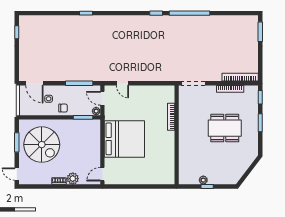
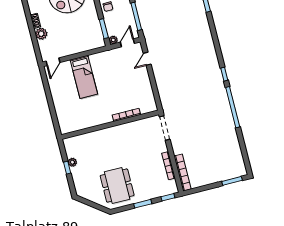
dining table: (225, 128) -> (117, 186), moved
bed: (124, 139) -> (84, 77), width x0.49
door: (102, 174) -> (53, 62), swing flipped

